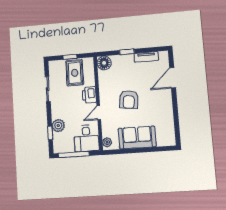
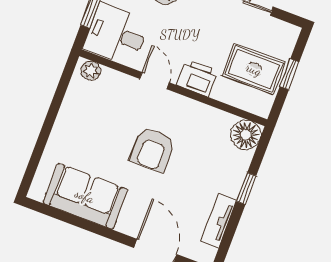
armchair: (129, 100) -> (153, 150), turned -97
sofa: (137, 138) -> (85, 196), moved, turned -90

